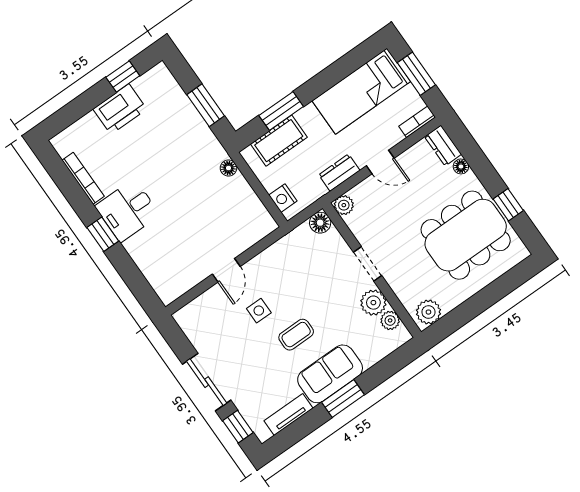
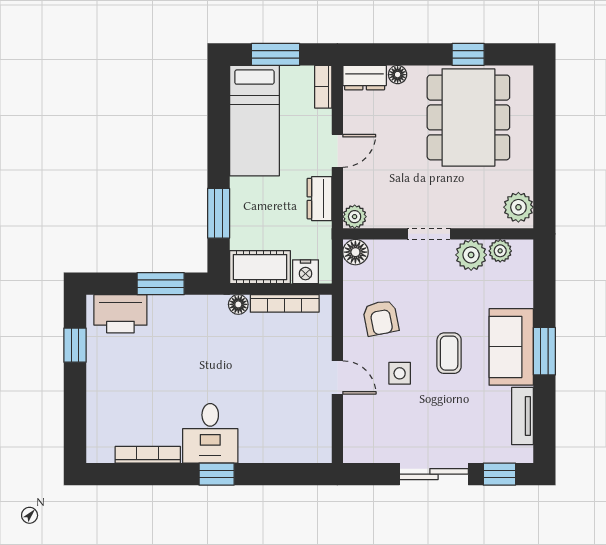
printer: (120, 109) -> (120, 314), moved, turned 90
cot: (279, 141) -> (260, 267), moved, turned 90
bookcase: (251, 199) -> (285, 303), added
armchair: (287, 271) -> (381, 318), added

